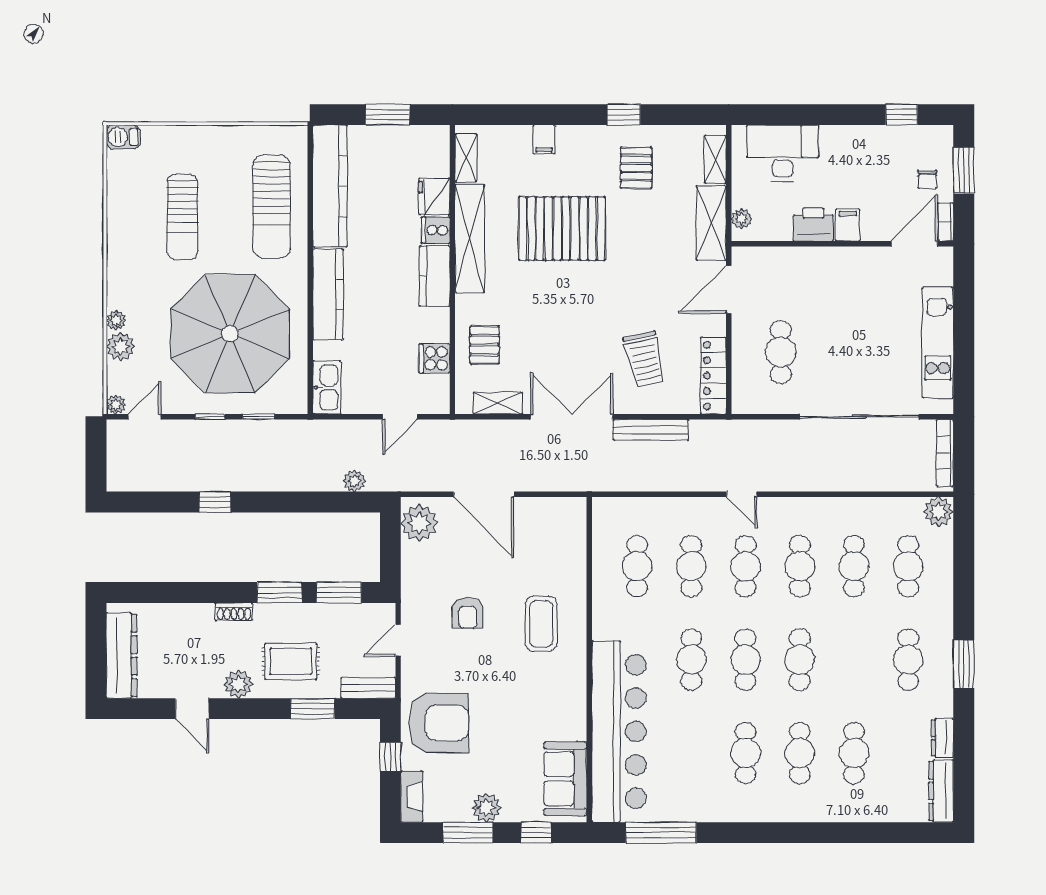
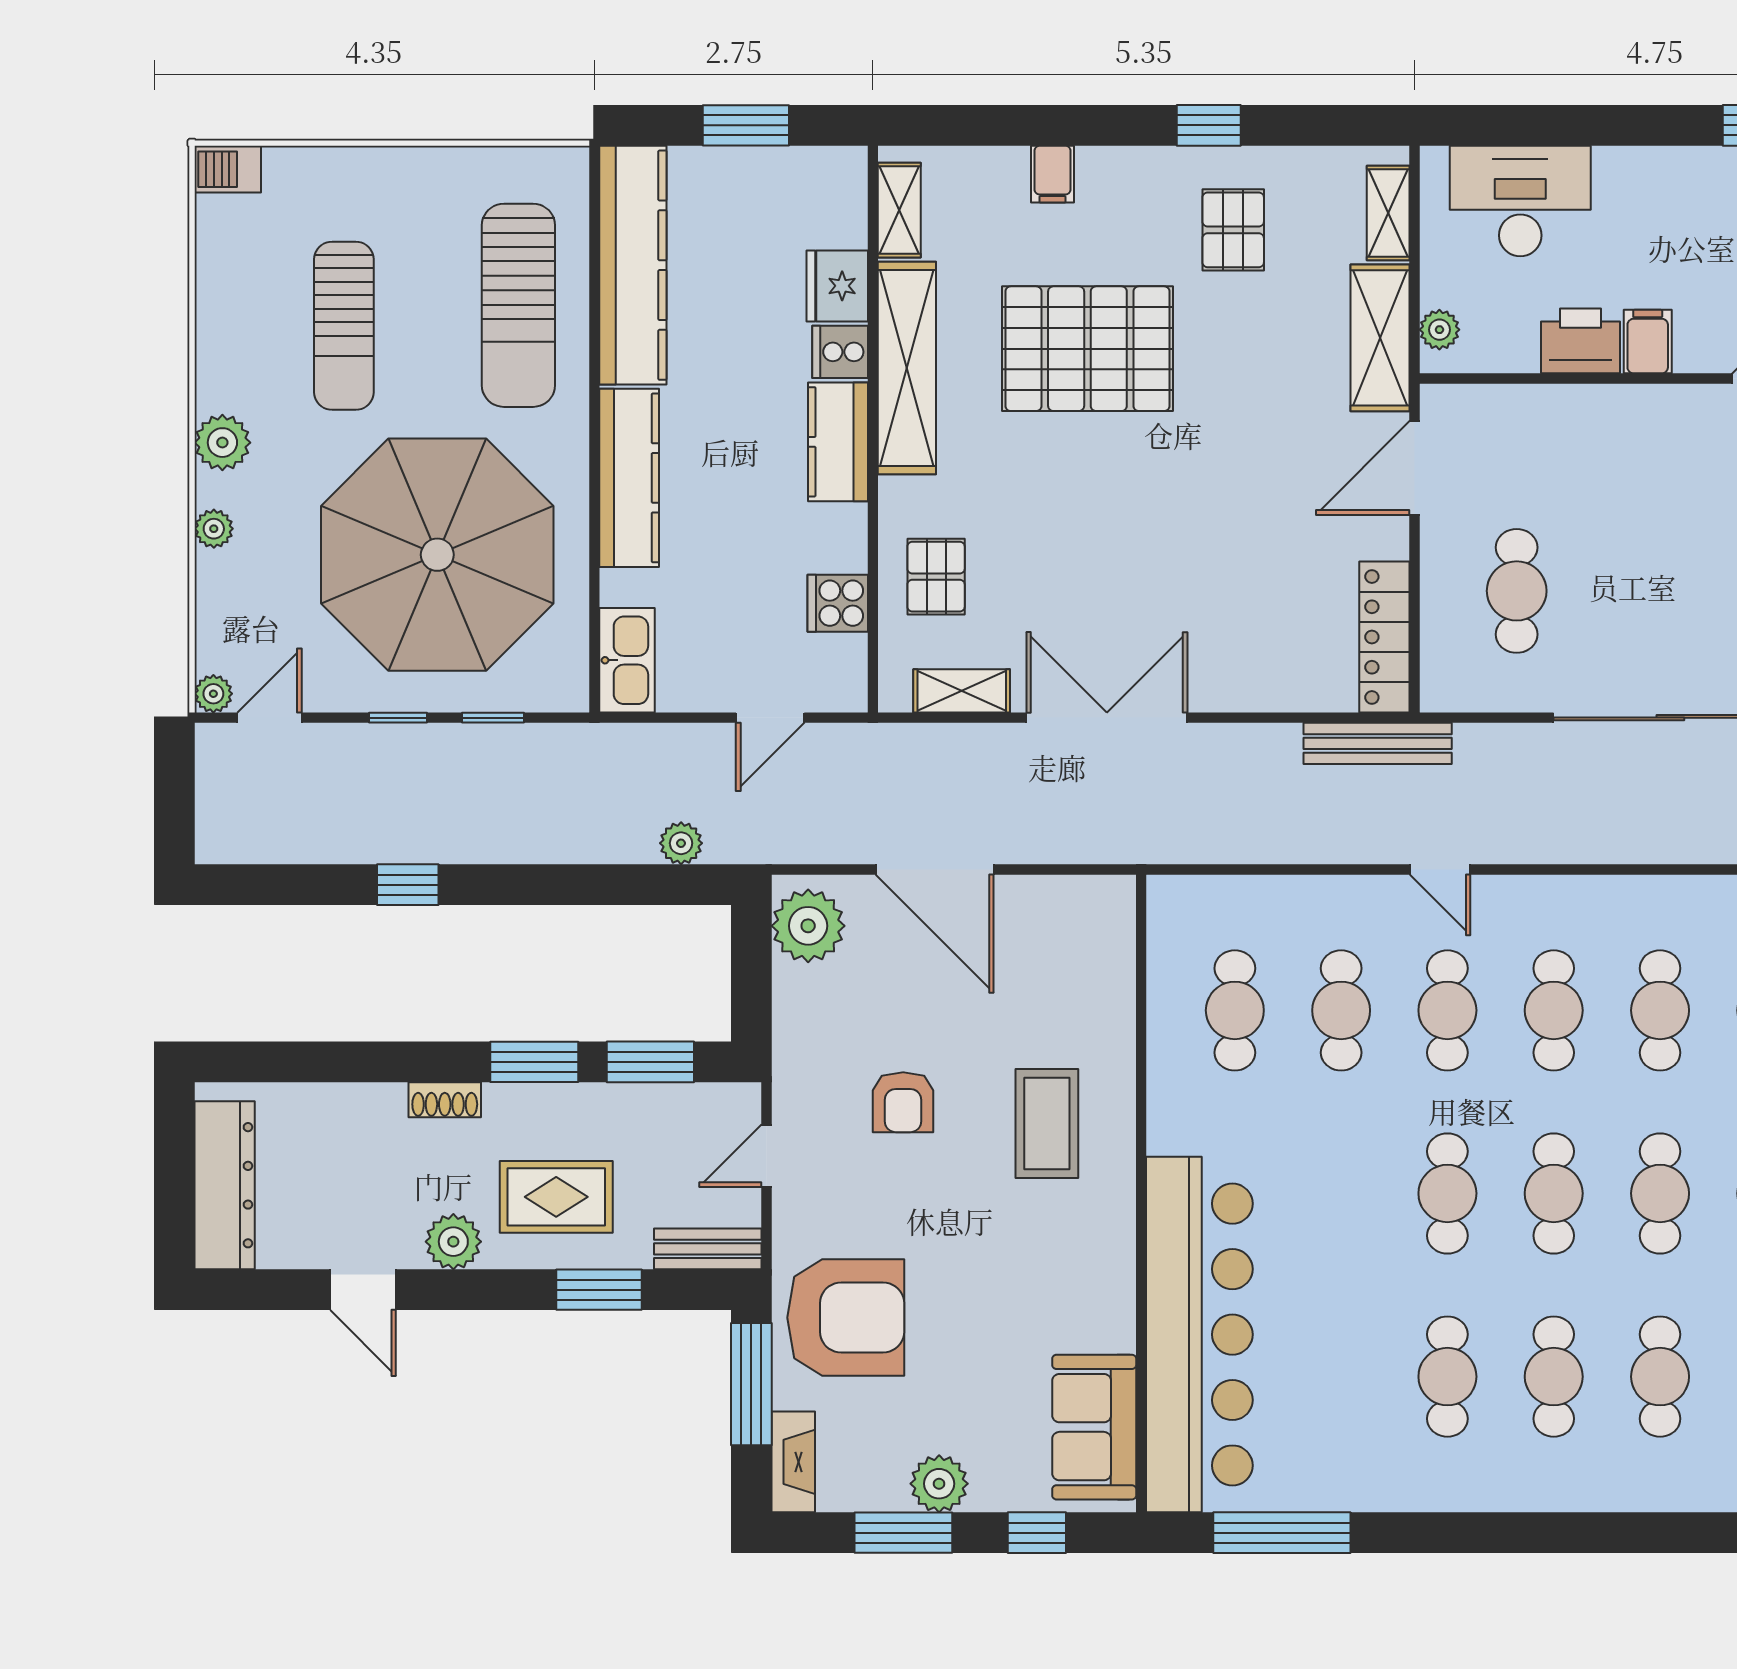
plant: (120, 347) -> (222, 443), moved
trolley: (645, 359) -> (1250, 604), removed
bench: (651, 430) -> (1378, 743), moved
cafe table: (691, 660) -> (1660, 1193), moved
window: (390, 757) -> (751, 1384), width x2.17

